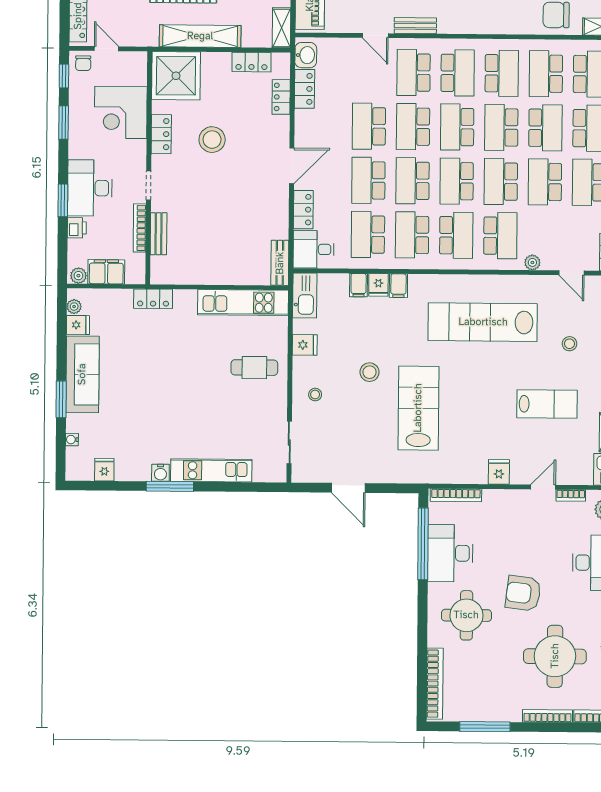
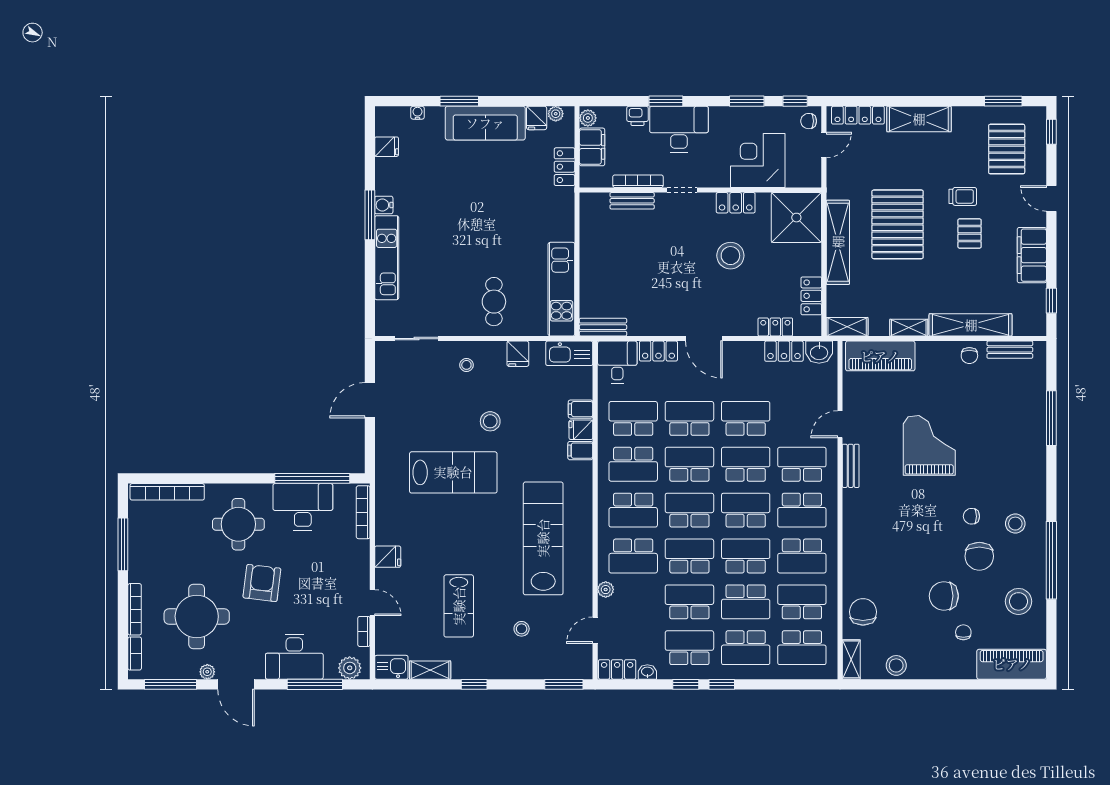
school desk: (412, 235) -> (633, 464), turned 180
locker: (153, 299) -> (565, 167), moved

